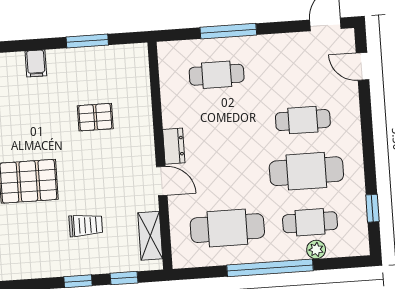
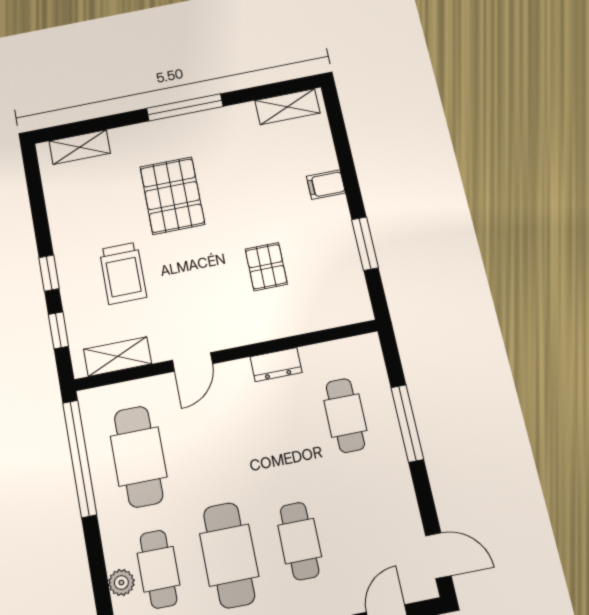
dresser: (174, 146) -> (276, 365), moved
trolley: (86, 225) -> (123, 273), width x1.36, depth x1.39
window: (270, 268) -> (79, 458), moved

